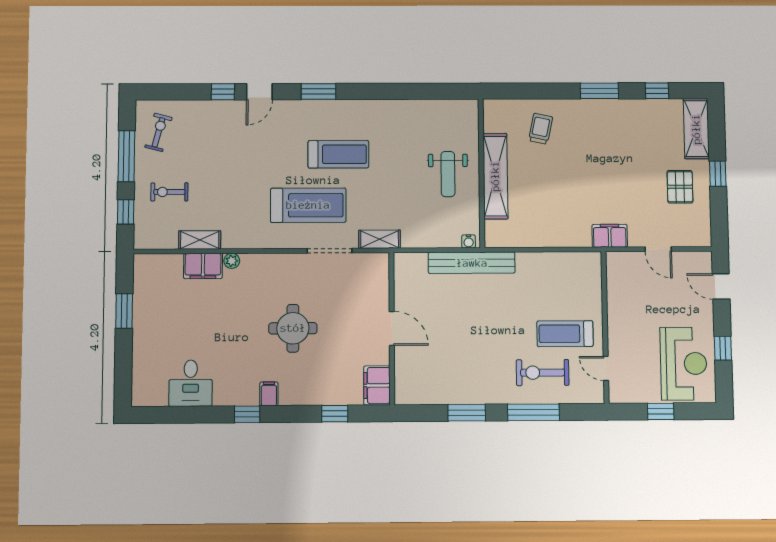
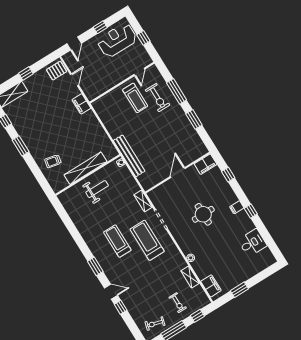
pallet: (680, 187) -> (57, 71), moved
filing cabinet: (203, 266) -> (211, 286), moved

